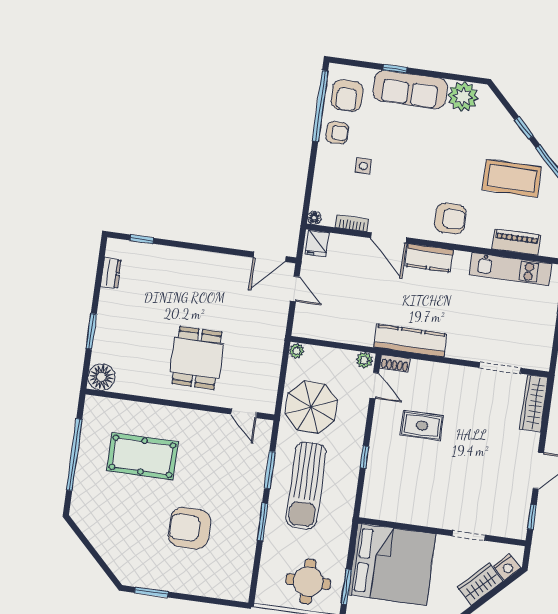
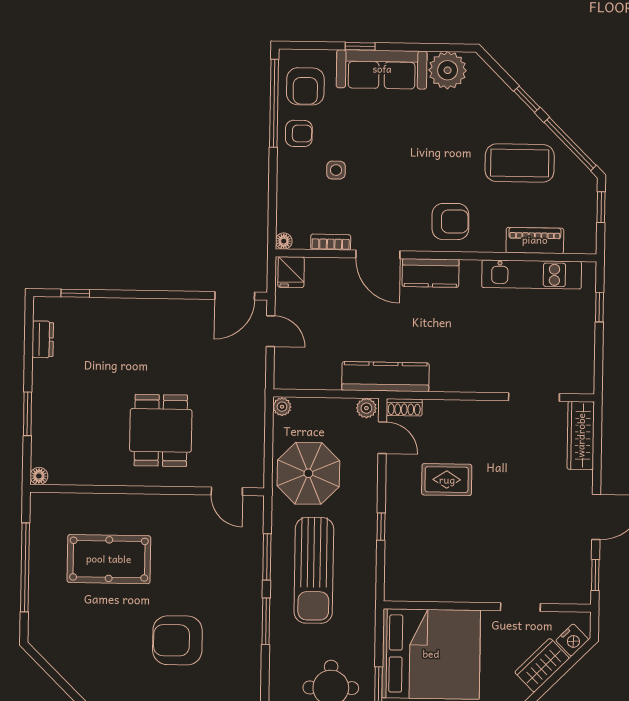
kitchen counter: (410, 341) -> (385, 377), moved
floor lamp: (101, 377) -> (39, 476), width x0.53, depth x0.53

